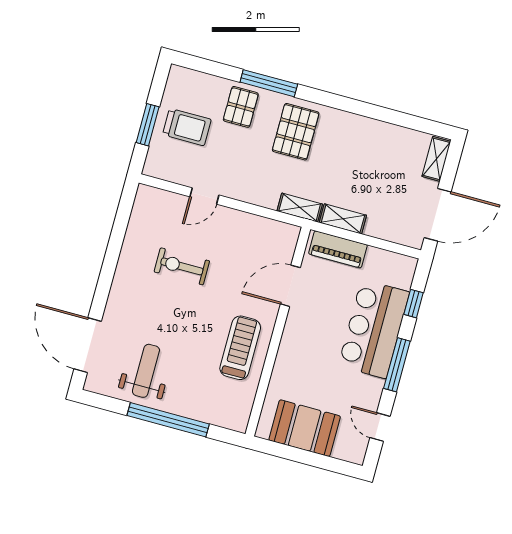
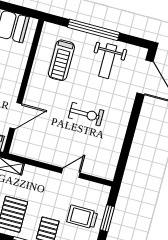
exercise bike: (182, 266) -> (86, 114), moved
treadmill: (240, 348) -> (61, 60), moved

